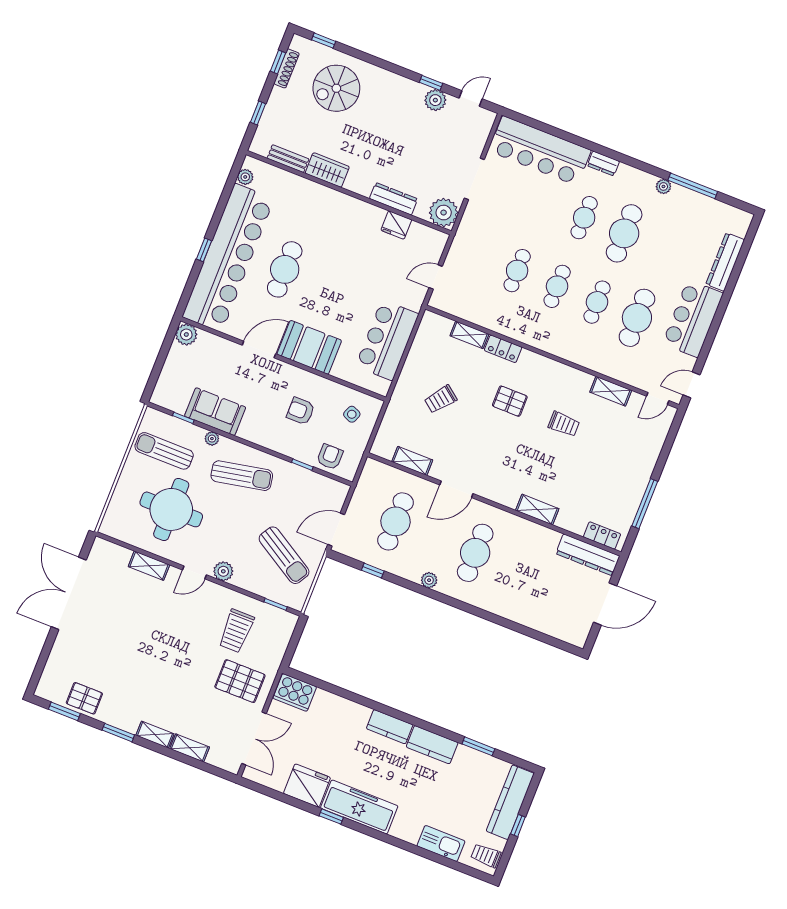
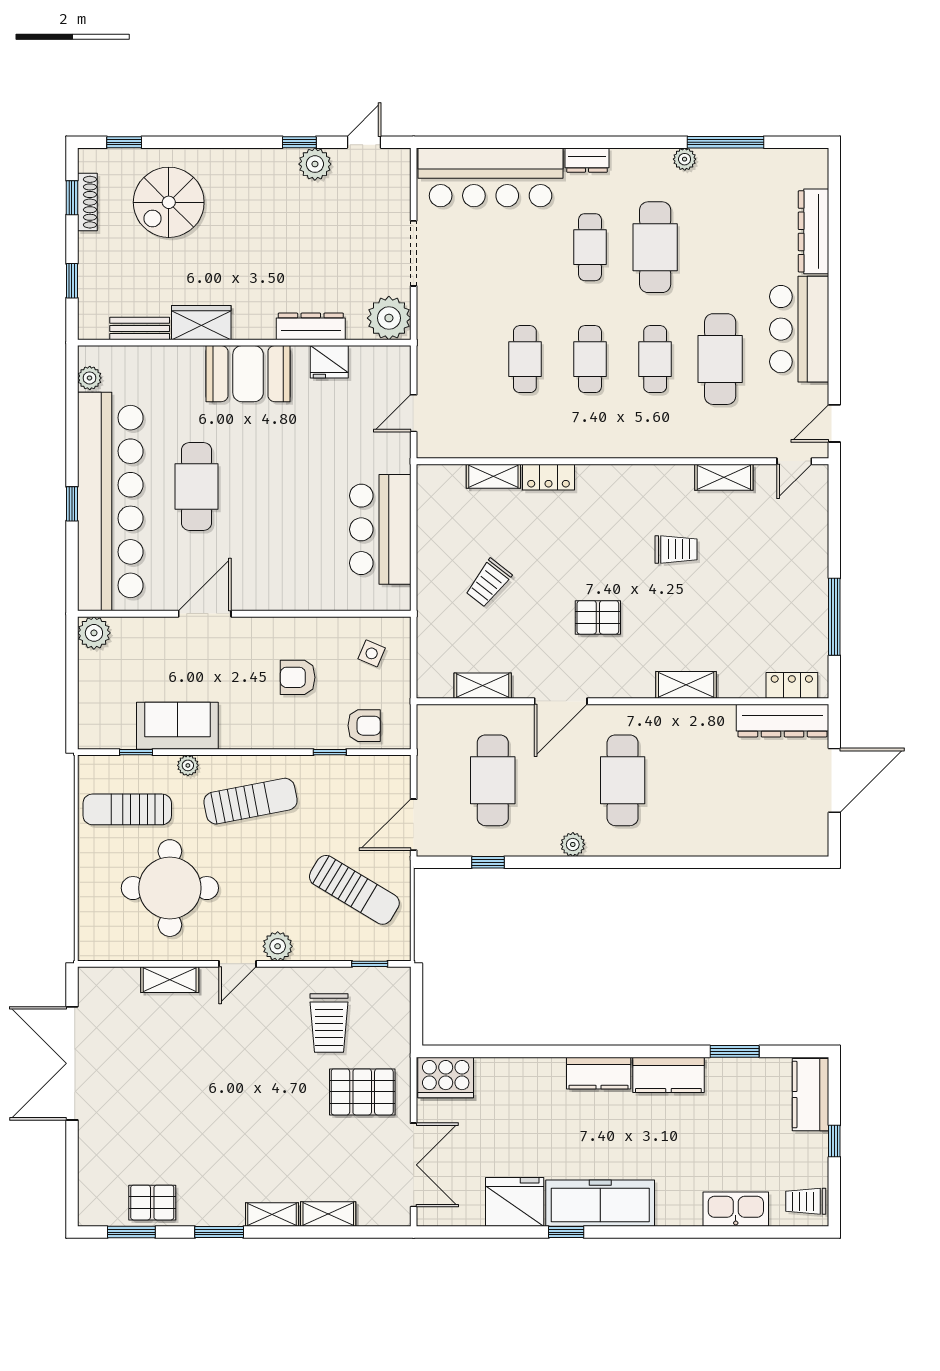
booth: (309, 347) -> (248, 374), moved
pallet: (510, 401) -> (598, 617), moved
armchair: (330, 457) -> (364, 726), turned 90
kitchen counter: (510, 802) -> (811, 1095), width x0.67

